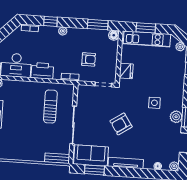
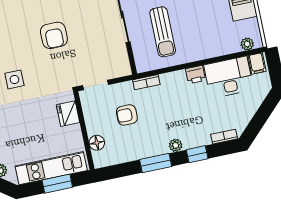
window: (98, 25) -> (156, 163), moved
floor lamp: (114, 35) -> (97, 143), moved
printer: (42, 71) -> (195, 75), width x0.53, depth x0.68
armchair: (121, 124) -> (54, 35), turned 124

